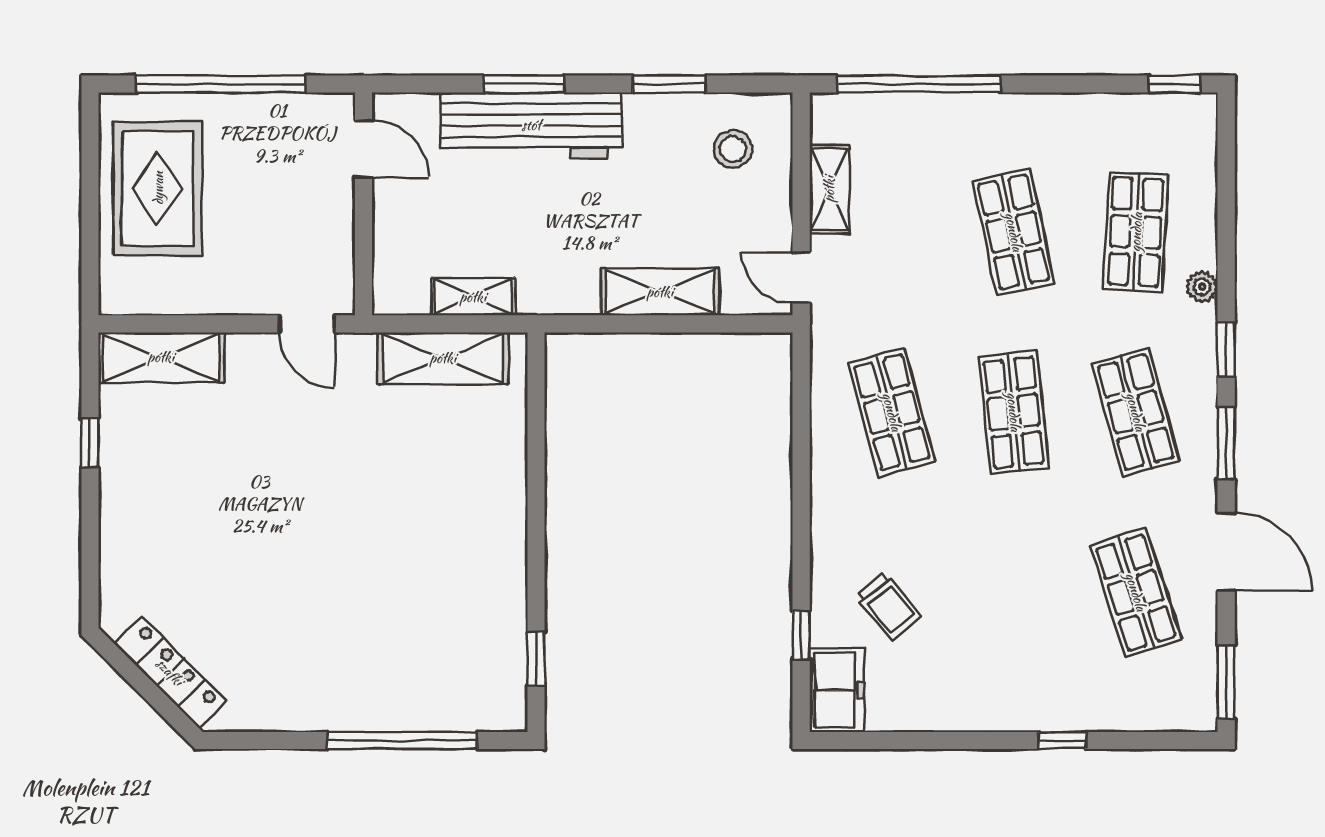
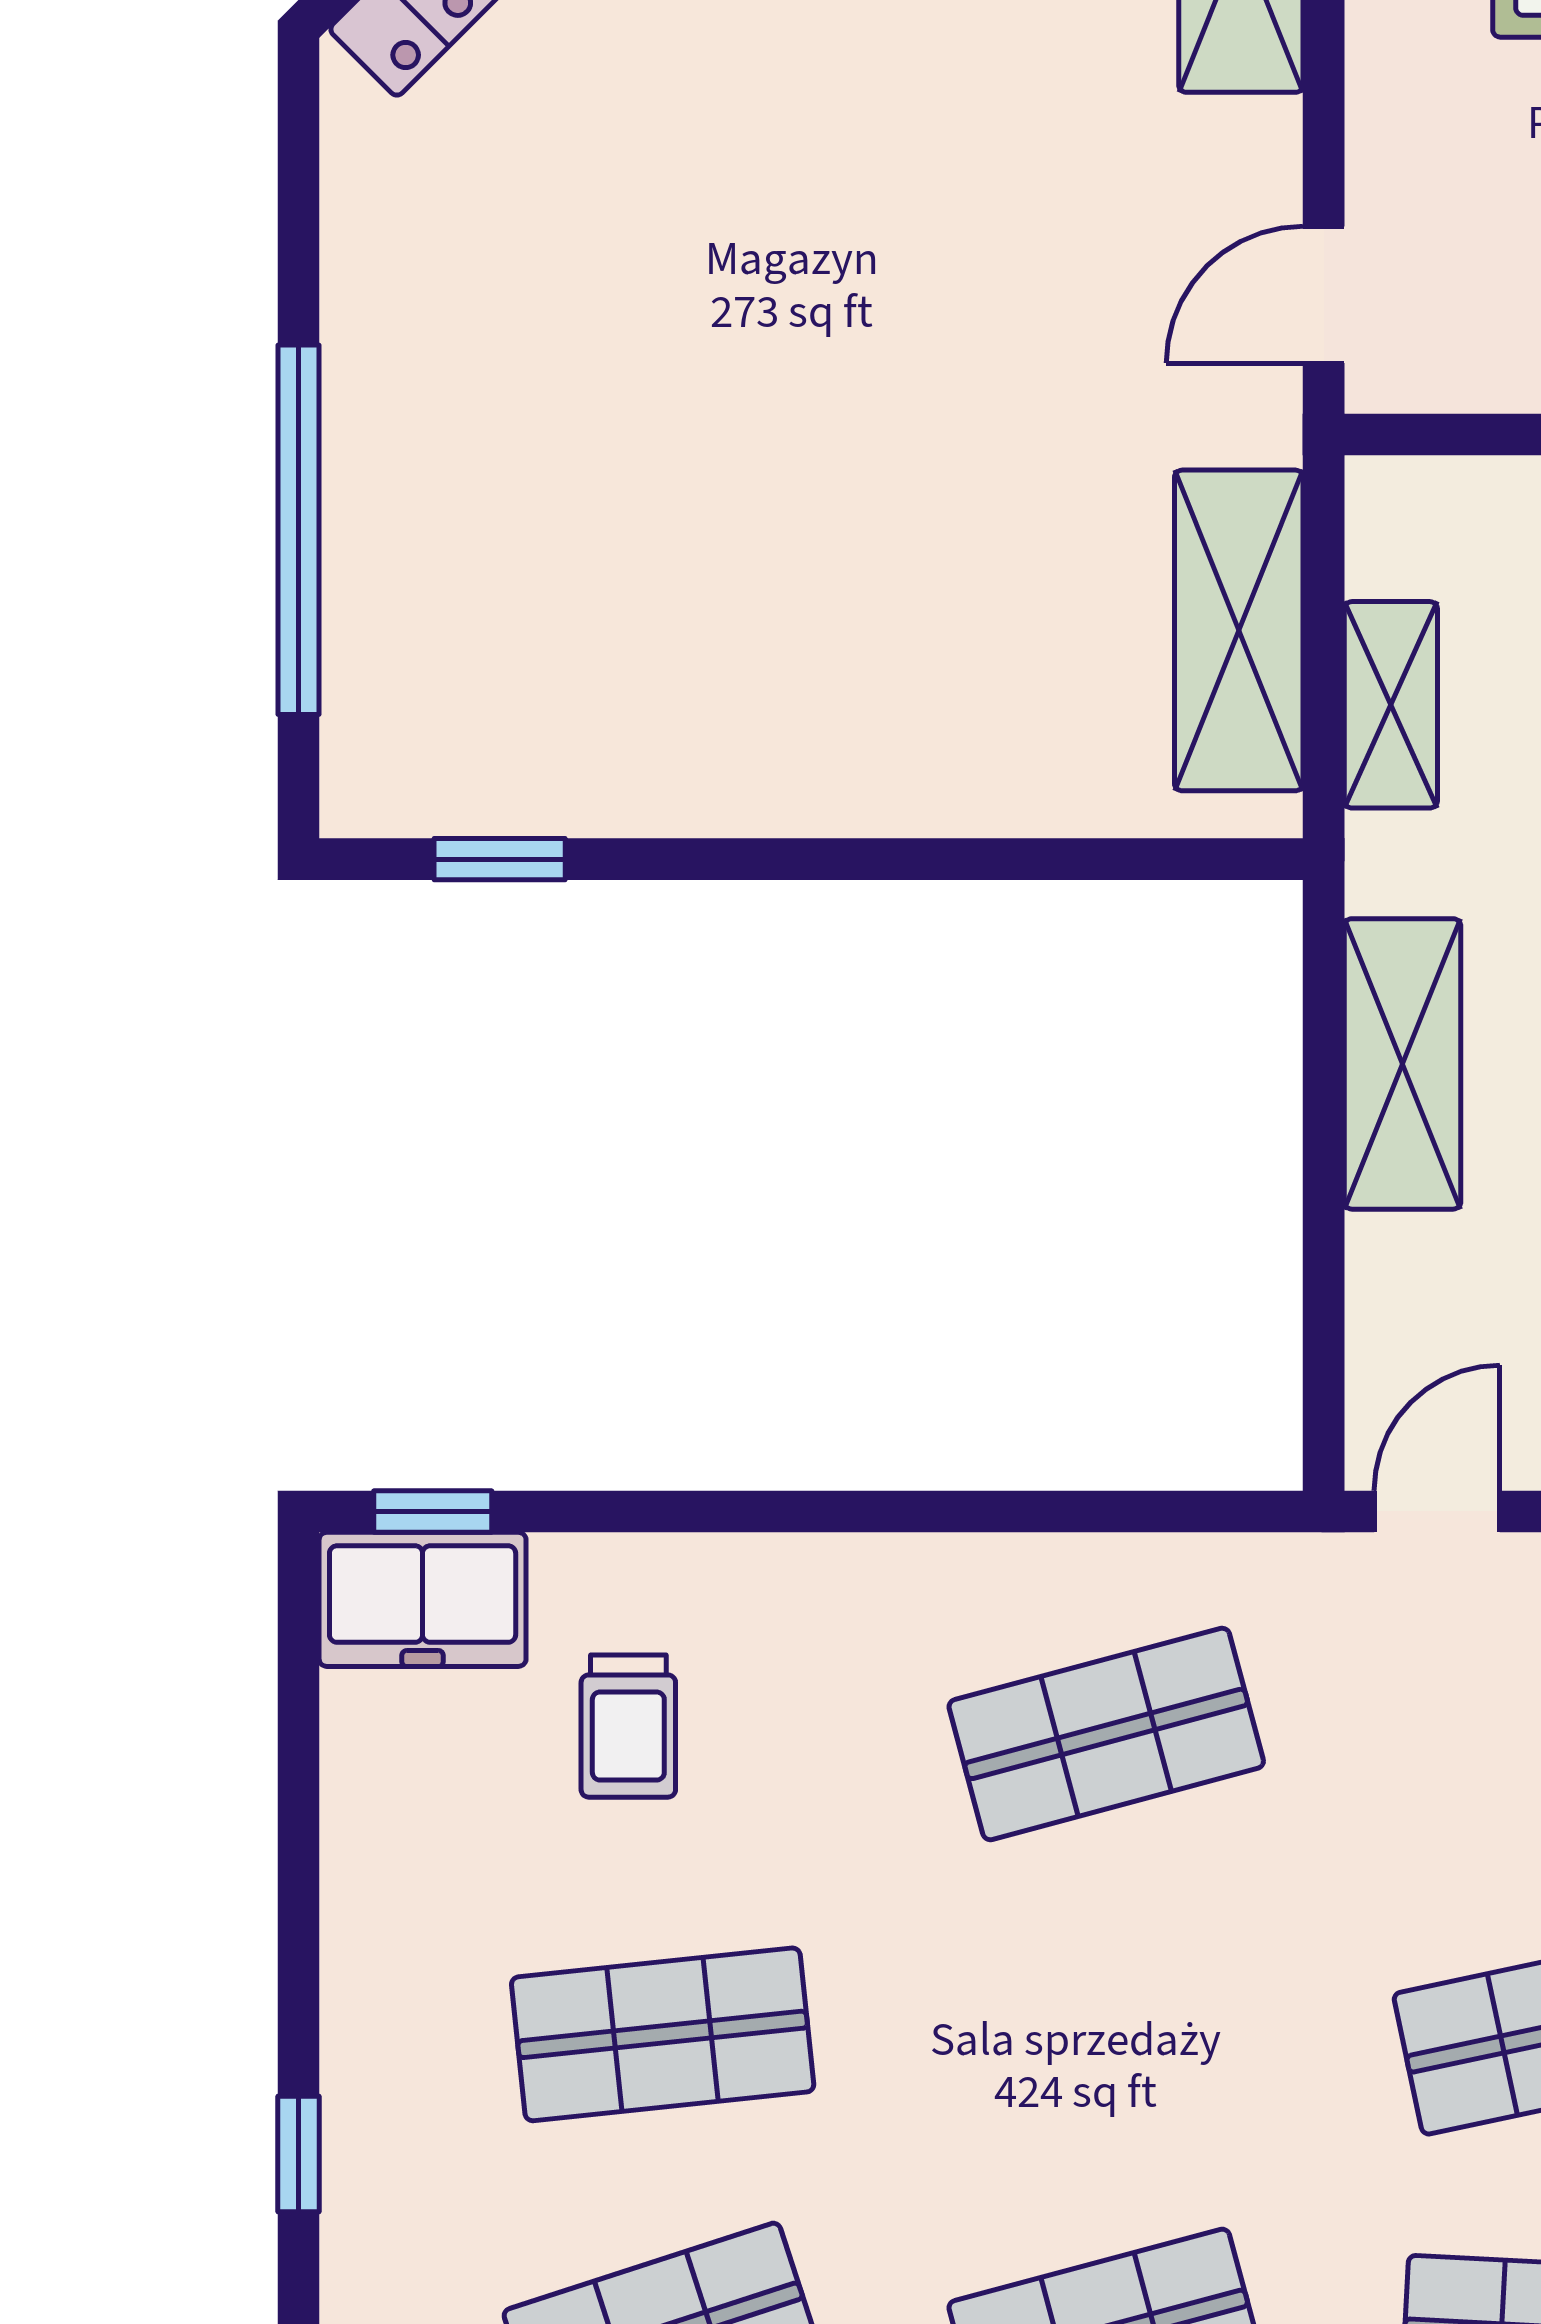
shelving: (660, 292) -> (1403, 1064), moved
shop shelf: (1014, 412) -> (663, 2034), moved
trolley: (888, 606) -> (628, 1726), turned -51
window: (801, 635) -> (433, 1511), moved

